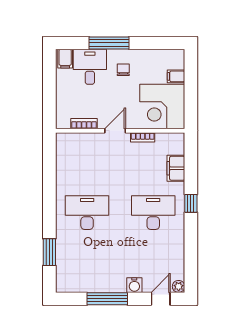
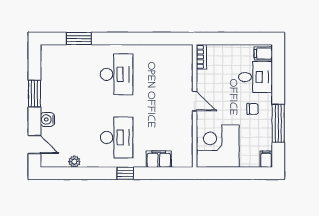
window: (109, 43) -> (278, 123), moved
filing cabinet: (176, 76) -> (266, 159), moved
bookcase: (84, 124) -> (201, 57), moved
bookcase: (143, 137) -> (188, 127), removed
plant: (179, 286) -> (74, 162), moved
window: (107, 299) -> (34, 94), width x0.69

